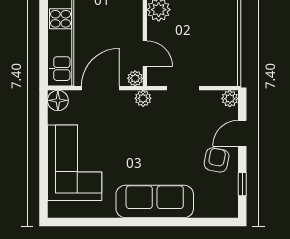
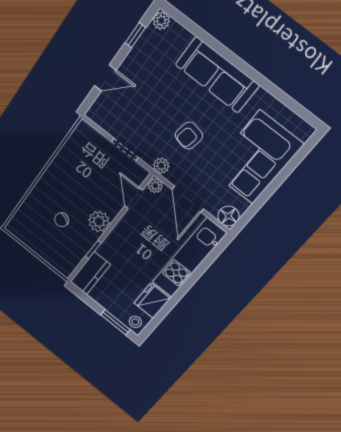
door: (100, 88) -> (188, 199), hinge flipped
plant: (230, 99) -> (161, 21), moved
armchair: (217, 160) -> (189, 136), moved

